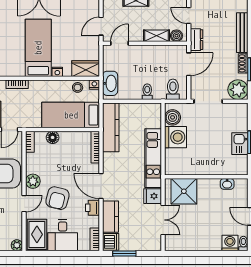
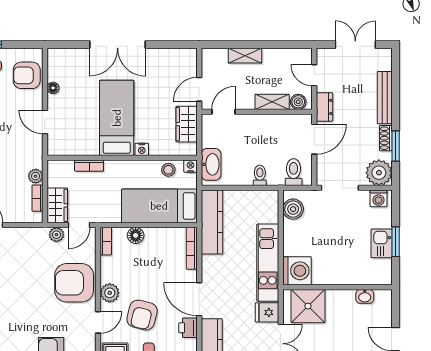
wardrobe: (86, 69) -> (187, 124), moved, turned -90
washing machine: (238, 109) -> (378, 198), added
washing machine: (176, 137) -> (297, 271), moved

